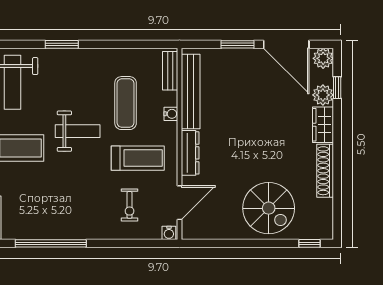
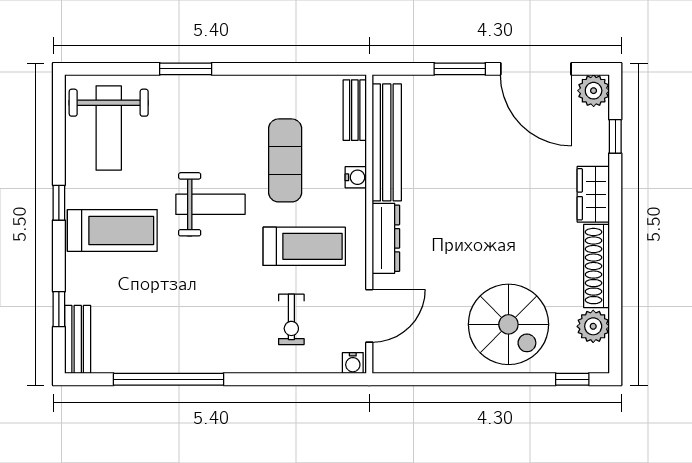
plant: (323, 95) -> (593, 326), moved

